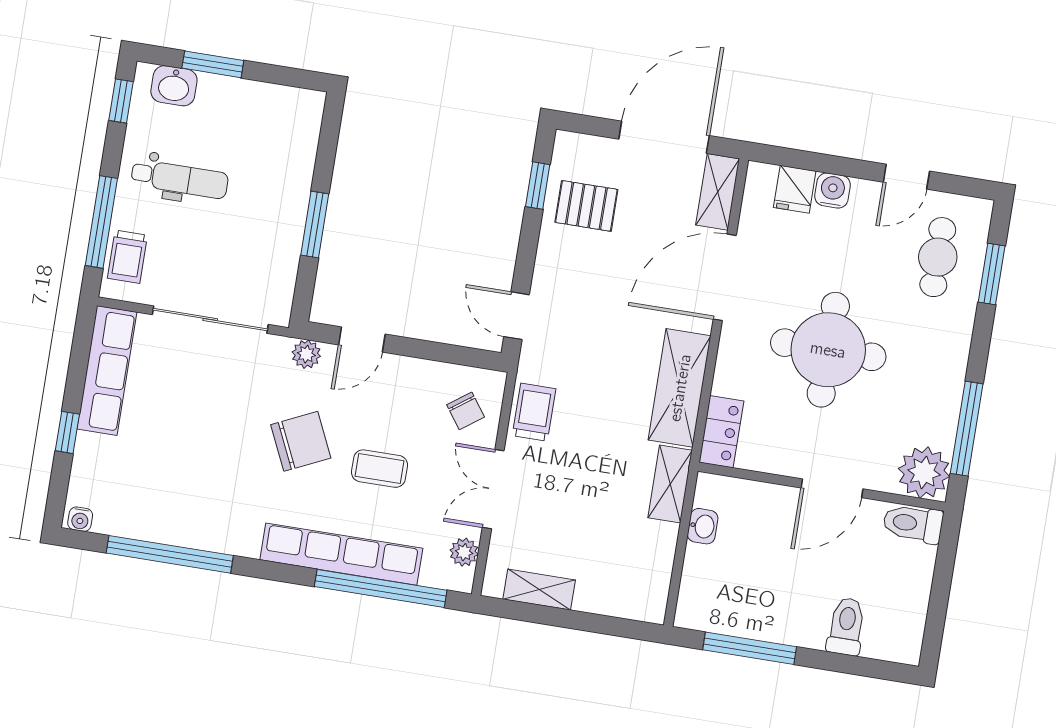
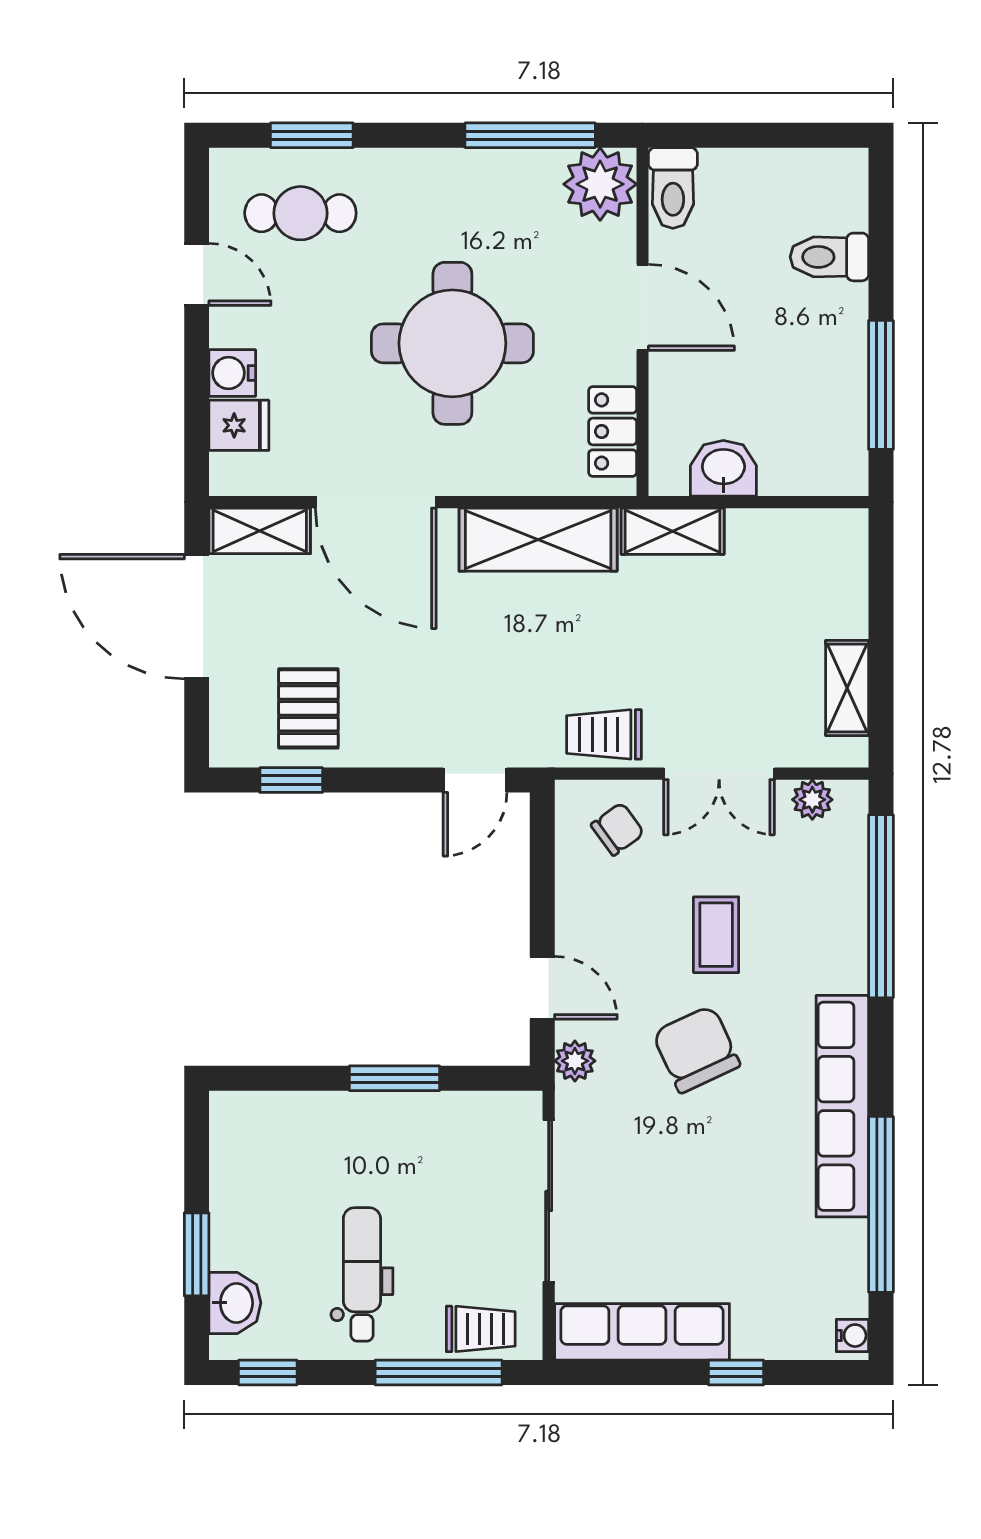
locker: (721, 432) -> (613, 431), moved, turned -90
washbasin: (703, 526) -> (723, 468), width x1.38, depth x1.45
row of seats: (341, 554) -> (842, 1106), moved

